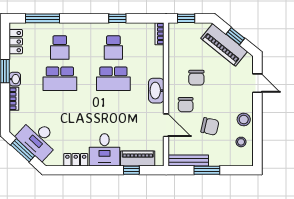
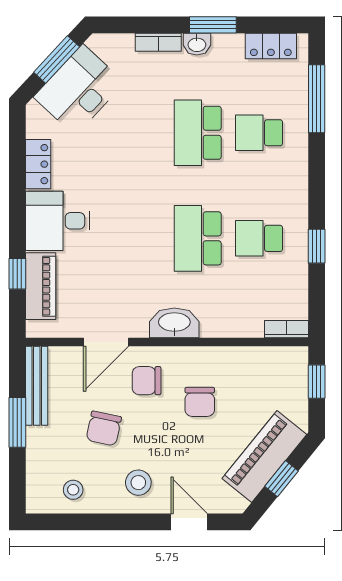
chair: (196, 78) -> (200, 402), turned -90
door: (257, 83) -> (189, 522), swing flipped
stool: (244, 120) -> (138, 483), moved

